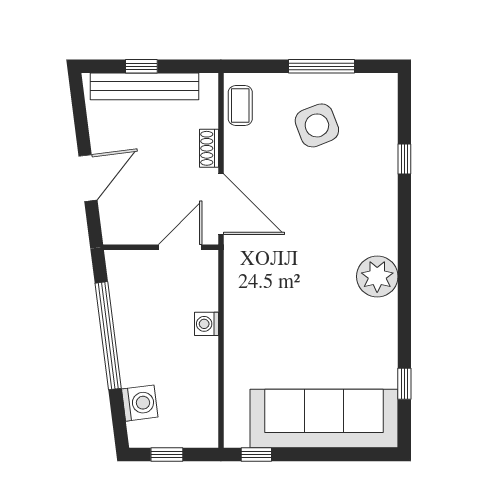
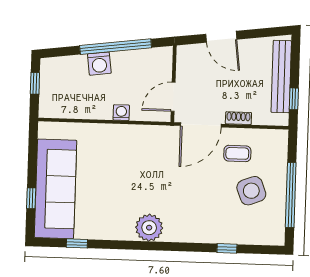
window: (141, 66) -> (294, 99), moved
window: (321, 66) -> (291, 195), width x1.46
coffee table: (240, 105) -> (237, 153), moved
door: (180, 247) -> (173, 97), swing flipped
washing machine: (140, 403) -> (99, 64), moved
window: (256, 454) -> (31, 198), moved

